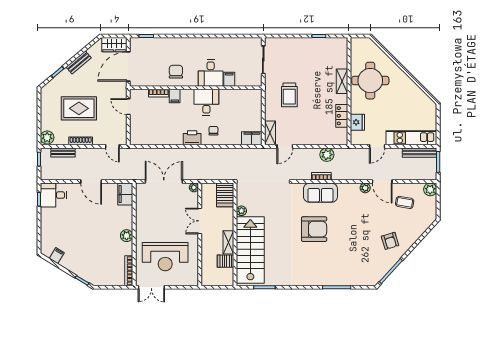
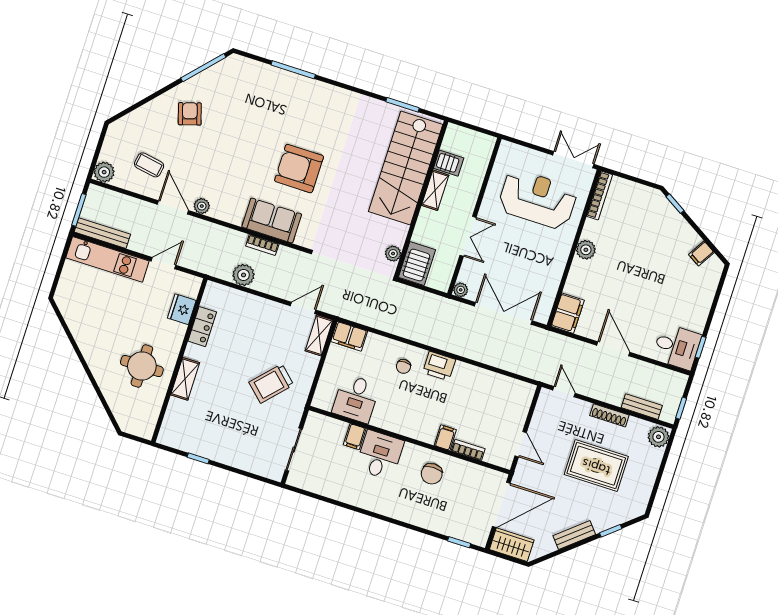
round table: (370, 81) -> (142, 366), width x0.73, depth x0.73
trolley: (289, 95) -> (271, 384), turned -137
desk: (206, 102) -> (356, 399), moved
double door: (164, 182) -> (503, 313), swing flipped
plant: (241, 211) -> (393, 254), moved

